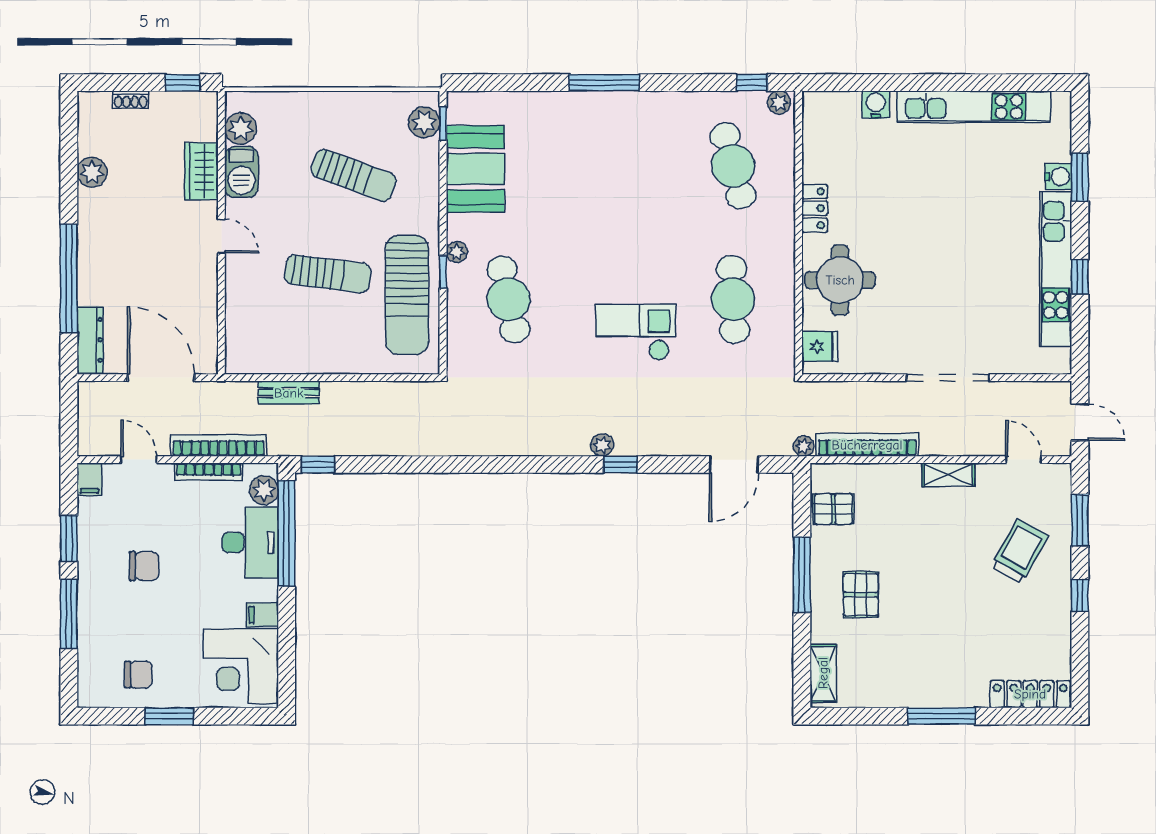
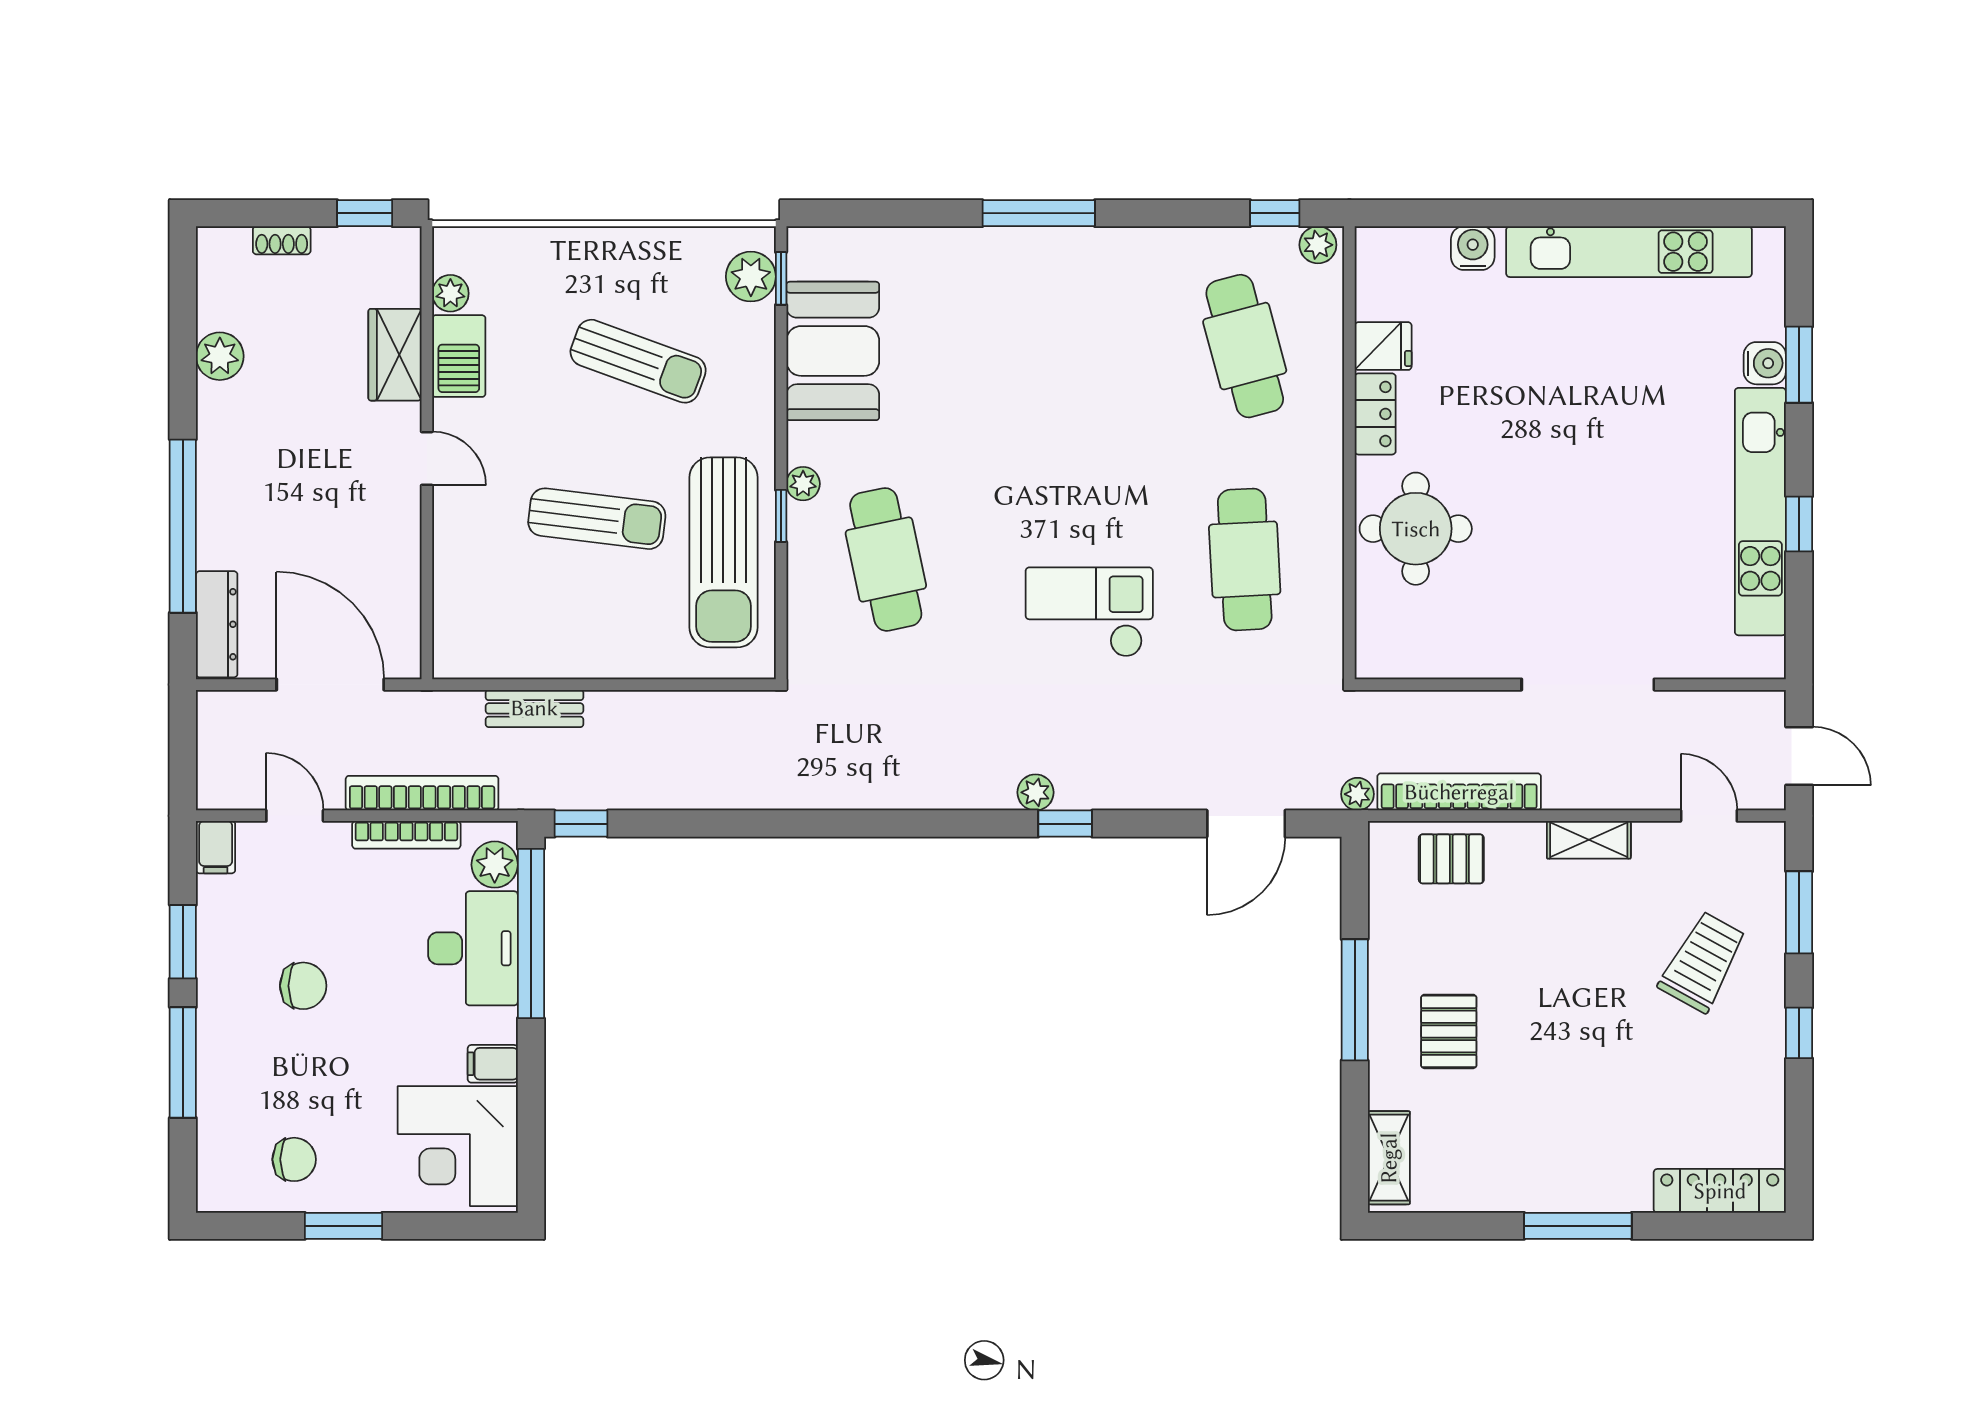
plant: (240, 129) -> (450, 293), width x0.73, depth x0.73
fridge: (820, 347) -> (1383, 346), moved
pallet: (833, 509) -> (1451, 859), moved

